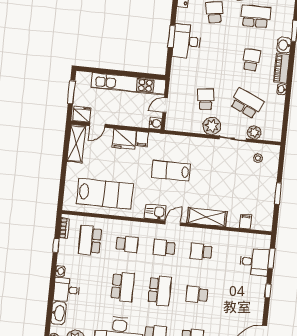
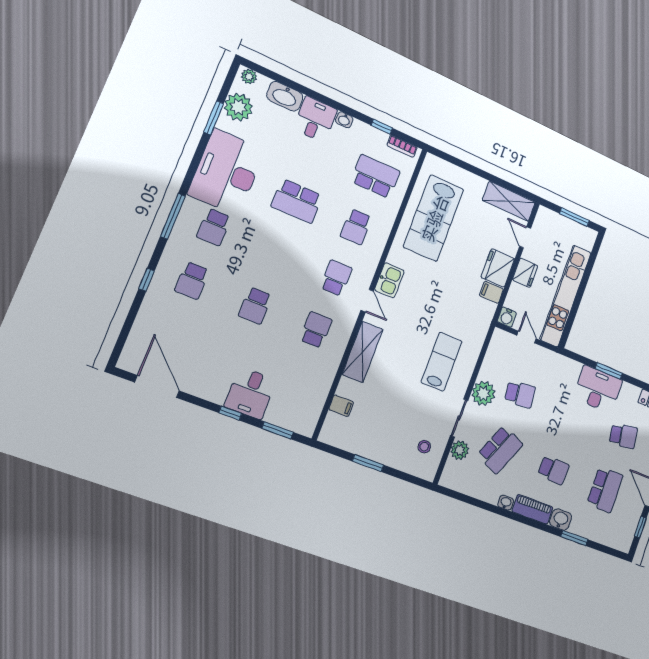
fridge: (82, 114) -> (525, 273), moved
lab bench: (171, 171) -> (442, 362), moved
desk: (254, 262) -> (250, 393), moved
school desk: (160, 291) -> (276, 253), removed
school desk: (197, 294) -> (255, 306), turned 180

